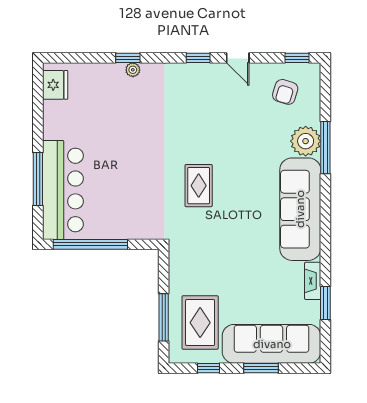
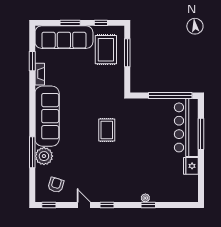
fridge: (55, 85) -> (191, 166), moved

